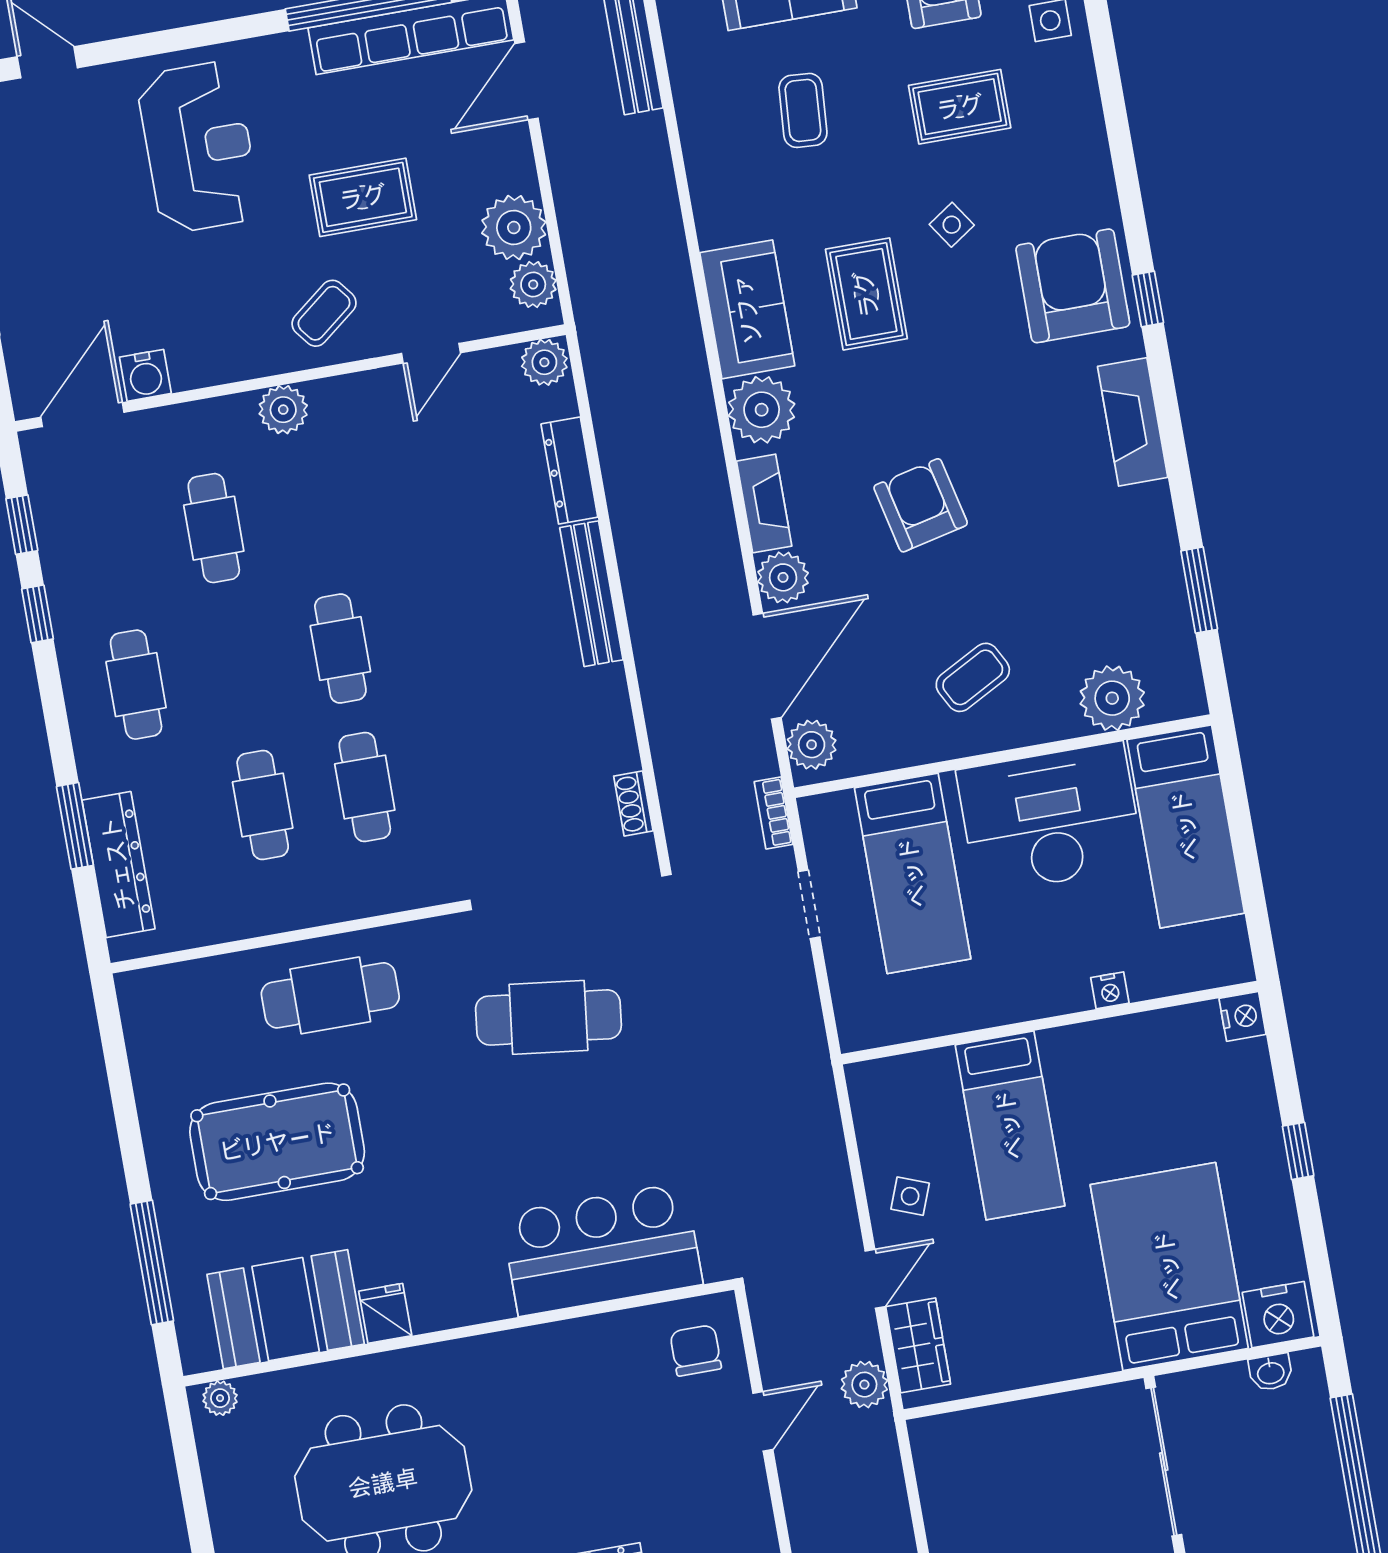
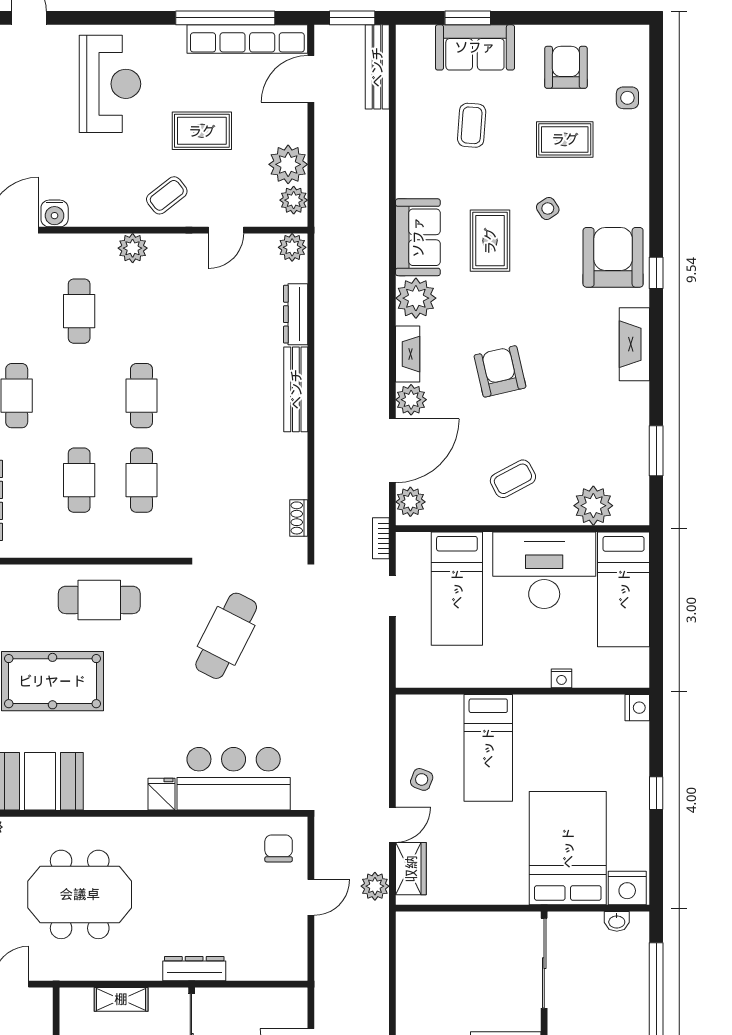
cafe table: (548, 1017) -> (226, 636), turned -70
fridge: (385, 1313) -> (162, 794), moved

